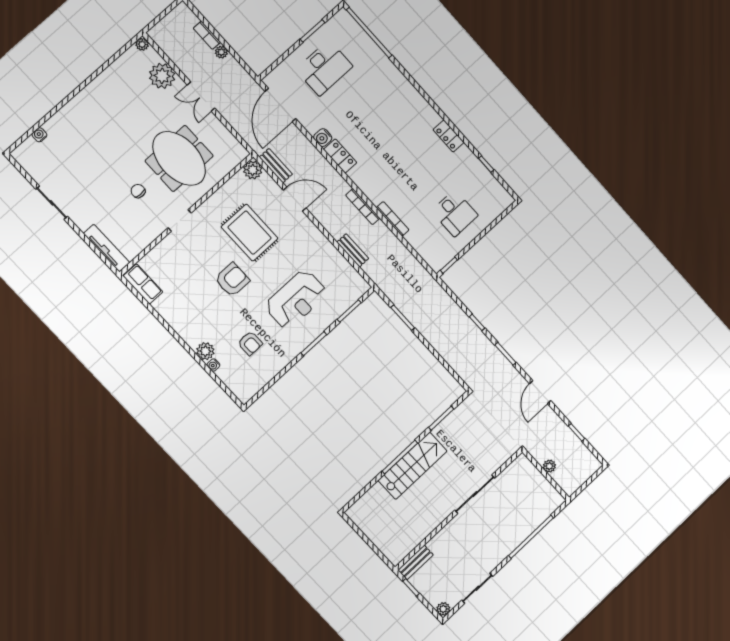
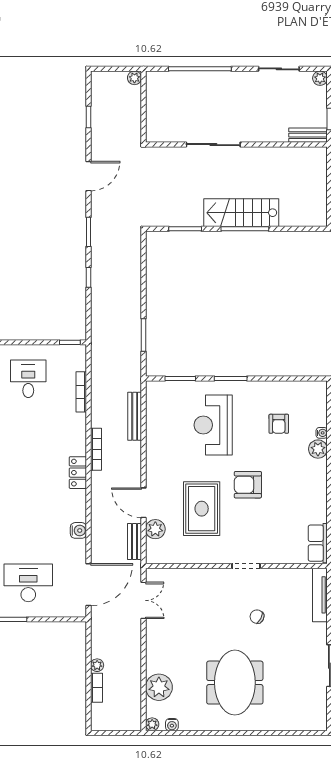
double door: (201, 97) -> (144, 600), moved
water cooler: (39, 135) -> (172, 725), moved
locker: (340, 156) -> (78, 473), moved
meeting table: (179, 158) -> (235, 683), moved
plant: (253, 170) -> (155, 529), moved
chair: (138, 191) -> (257, 617), turned 117
bookcase: (393, 219) -> (81, 392), moved
bench: (353, 250) -> (135, 416), width x1.36
reception desk: (296, 299) -> (213, 425), turned -90
armchair: (250, 343) -> (279, 424), turned 180
plant: (549, 466) -> (134, 78), moved

